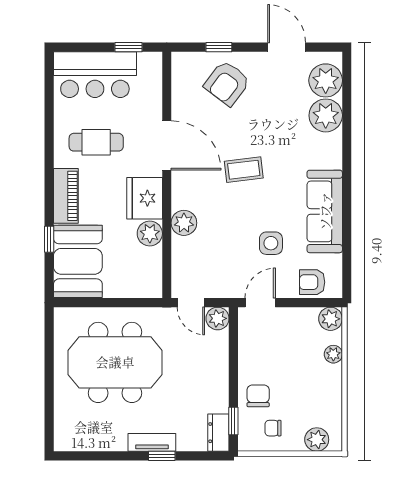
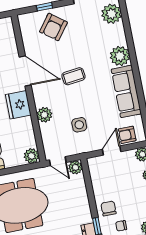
plant: (326, 115) -> (120, 56), moved
plant: (150, 233) -> (31, 156), moved
side table: (271, 243) -> (79, 125), moved
door: (260, 303) -> (112, 150), moved

